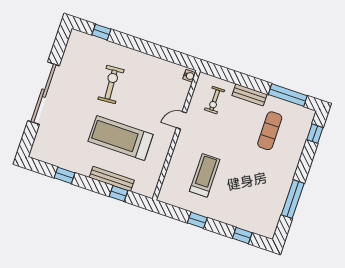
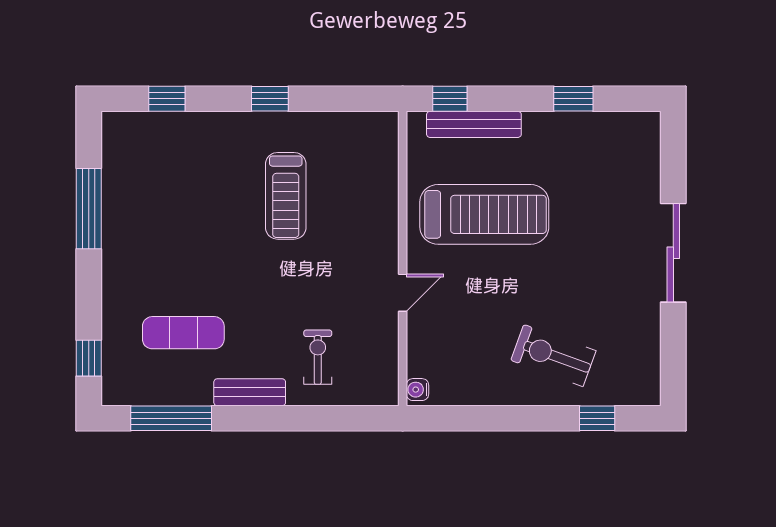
water cooler: (189, 76) -> (417, 390), moved
exercise bike: (111, 85) -> (553, 356), moved, turned 114
sliding door: (44, 93) -> (673, 253), width x0.73
door: (181, 120) -> (403, 293), moved
exercise mat: (270, 131) -> (183, 333), turned 90
wall: (176, 135) -> (403, 259), moved

